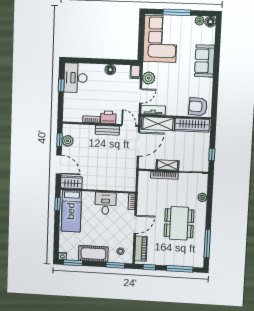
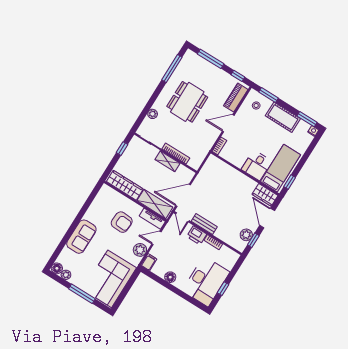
desk: (75, 78) -> (206, 281), width x1.36, depth x1.30
armchair: (198, 107) -> (122, 222), moved
desk: (105, 203) -> (257, 165), moved

